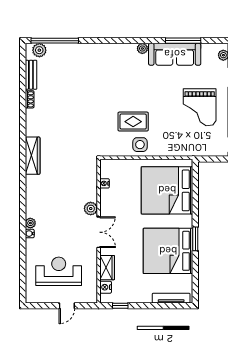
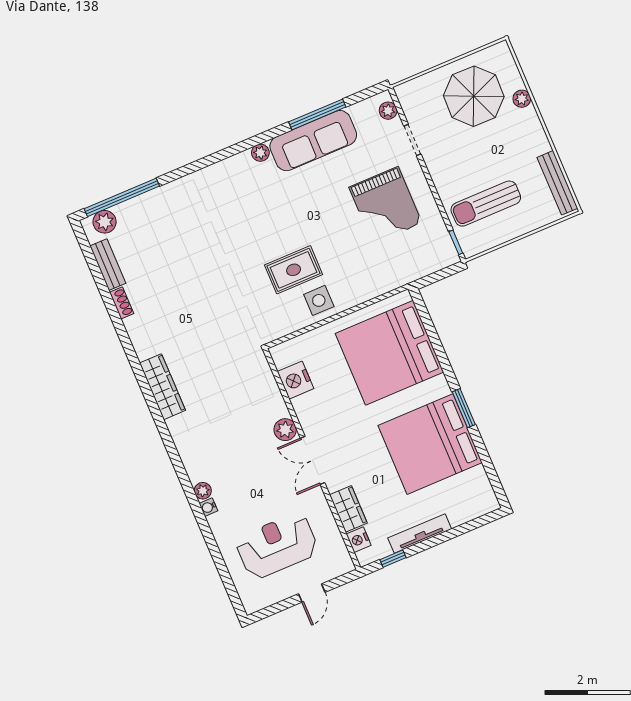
nightstand: (105, 183) -> (296, 380), width x1.89, depth x1.79
double door: (99, 232) -> (313, 460), swing flipped
tv unit: (171, 298) -> (420, 533), moved

